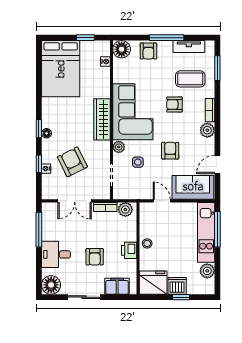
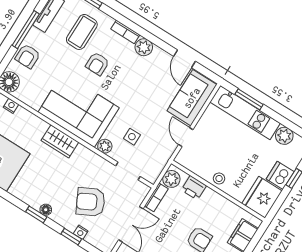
armchair: (148, 51) -> (28, 56), turned 90
wardrobe: (102, 119) -> (60, 141), width x0.67
armchair: (170, 151) -> (141, 97), removed
door: (162, 201) -> (186, 137), hinge flipped
window: (217, 229) -> (249, 99), width x0.69
printer: (129, 250) -> (194, 188), moved

